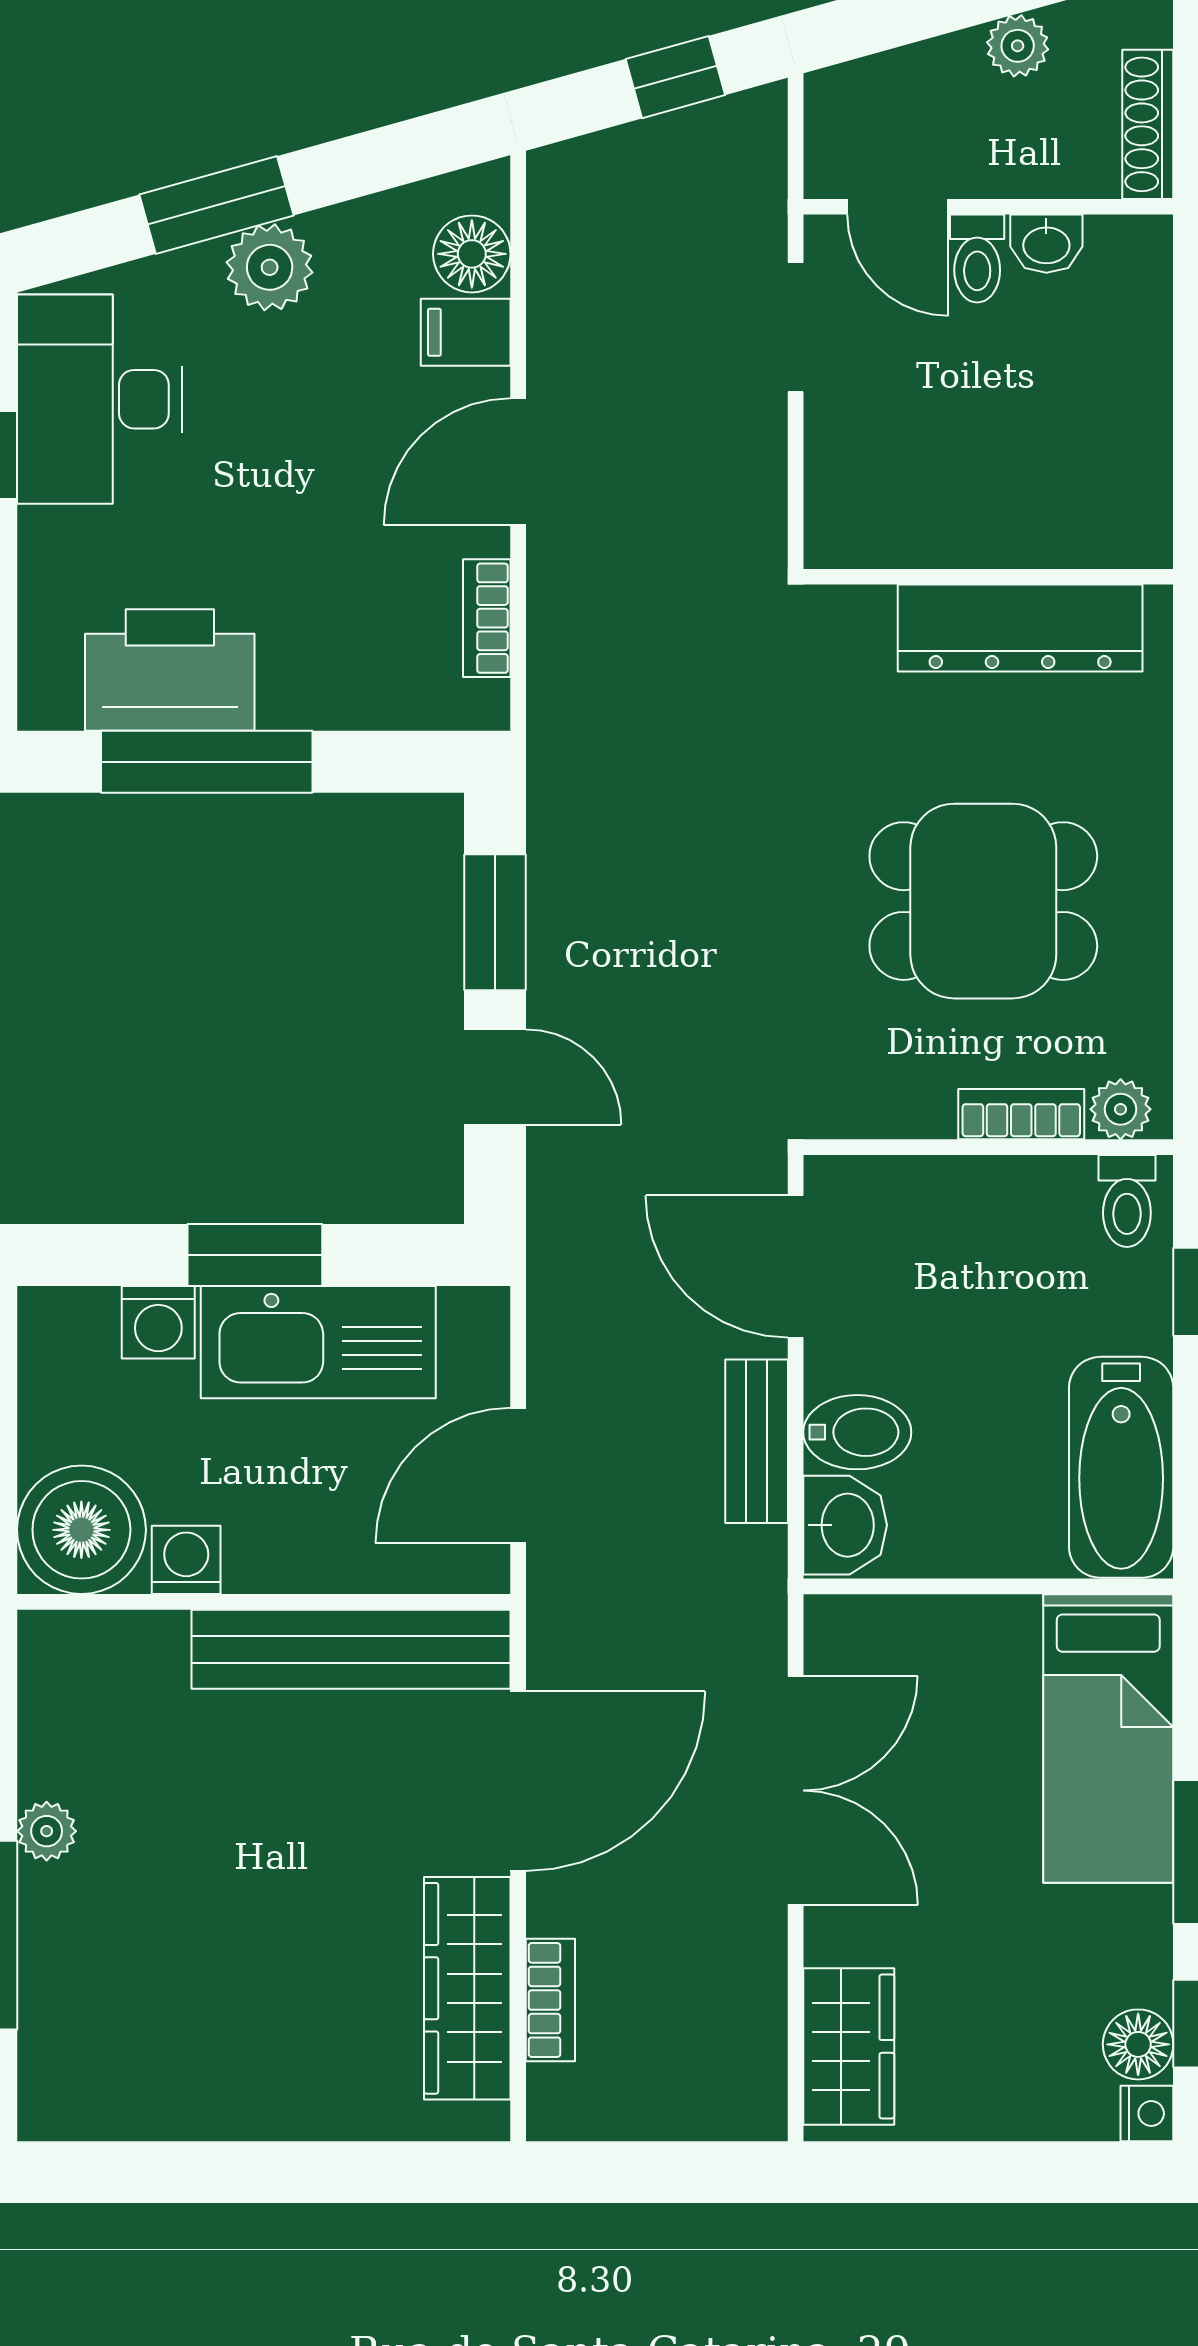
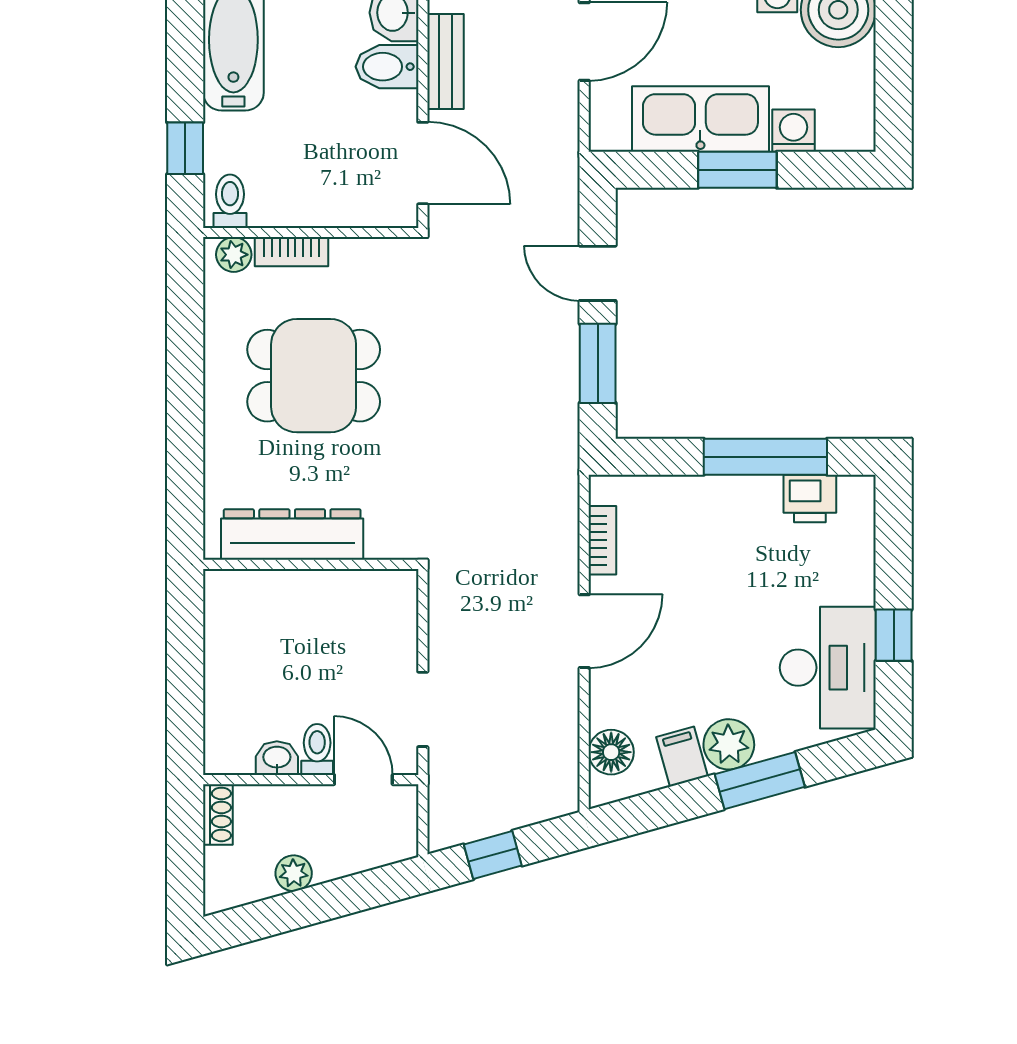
shoe rack: (1148, 124) -> (218, 814), width x0.70
filing cabinet: (466, 332) -> (682, 757), moved, turned -106
printer: (170, 670) -> (810, 499), width x0.53, depth x0.68

